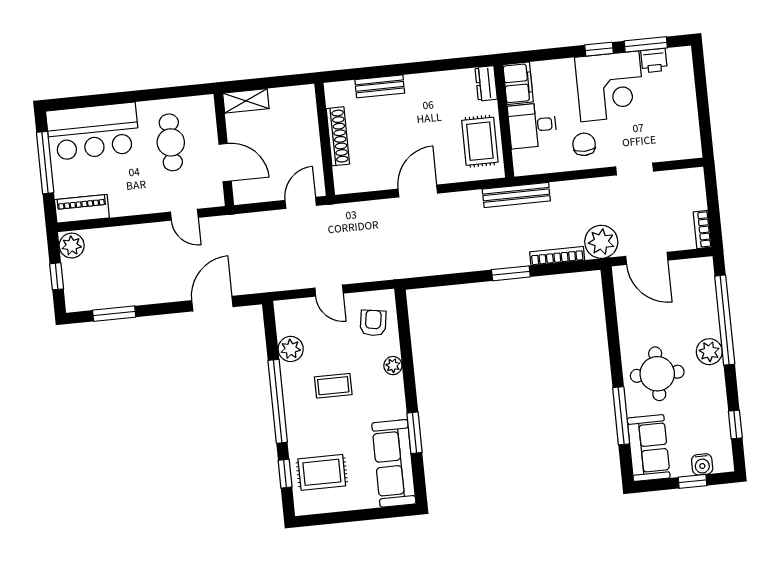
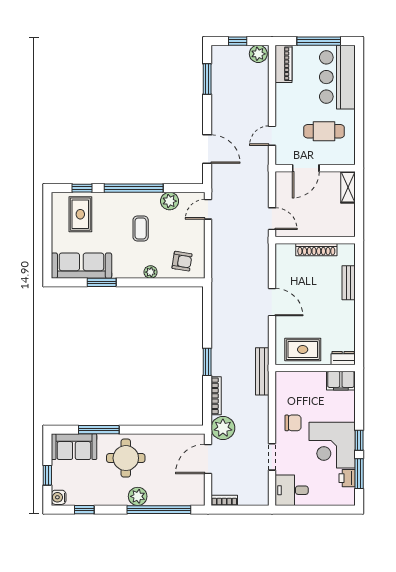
desk: (532, 125) -> (292, 490), moved, turned -90
door: (329, 291) -> (208, 209), moved
water cooler: (702, 464) -> (59, 497), moved

